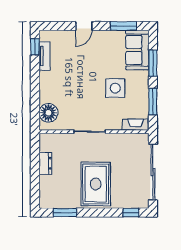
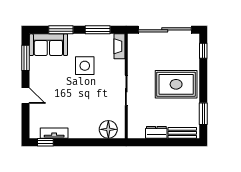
bench: (45, 190) -> (182, 133), added

